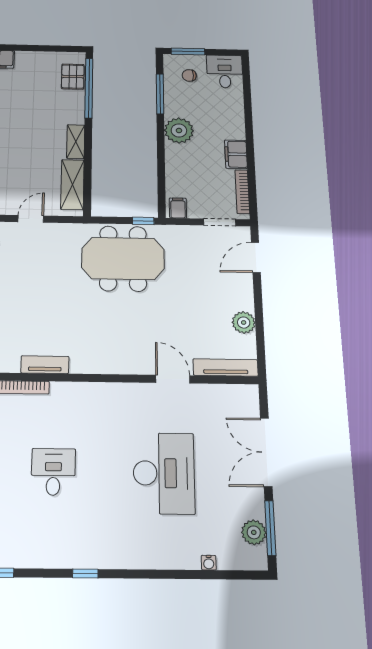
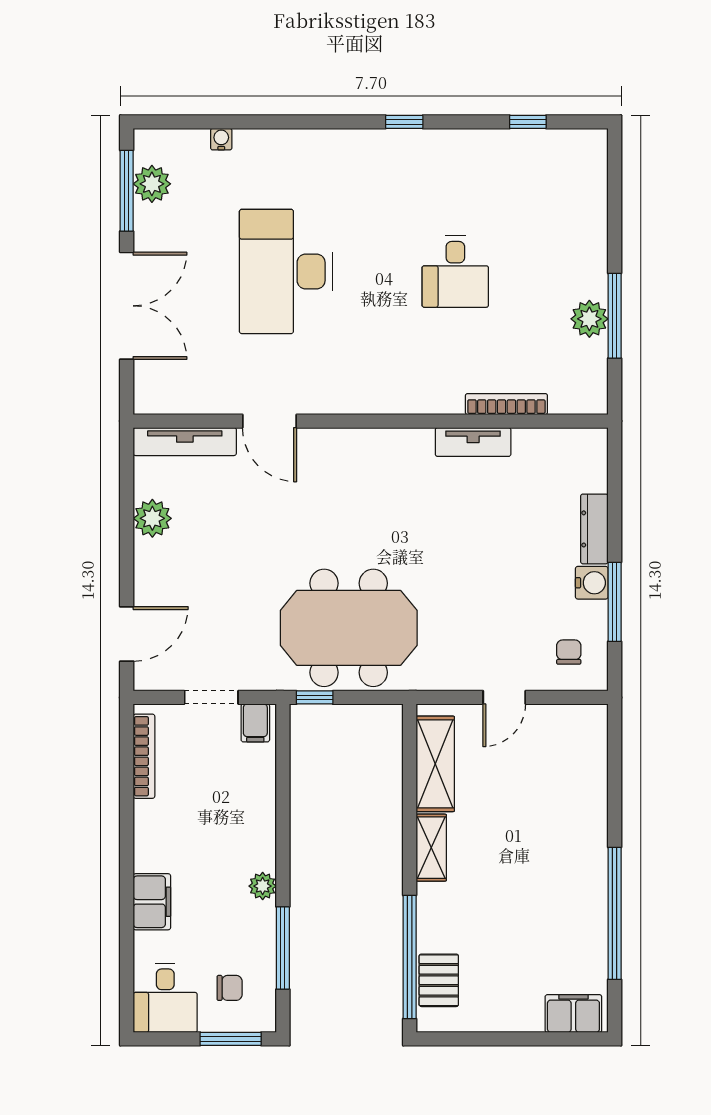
plant: (179, 130) -> (263, 886), width x0.53, depth x0.53
filing cabinet: (236, 154) -> (152, 902), moved
doorway: (220, 222) -> (211, 697), moved

